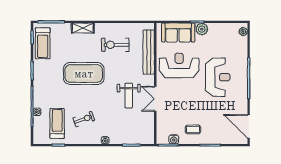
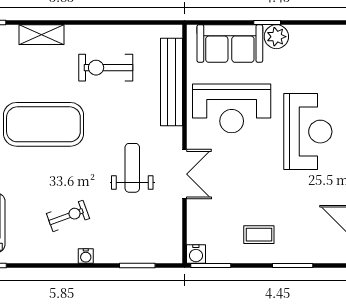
reception desk: (179, 65) -> (232, 108), turned 180
weight bench: (129, 96) -> (132, 168), turned 180
double door: (155, 99) -> (185, 174), swing flipped
exercise bike: (84, 119) -> (68, 216), moved
water cooler: (174, 139) -> (196, 254), moved

